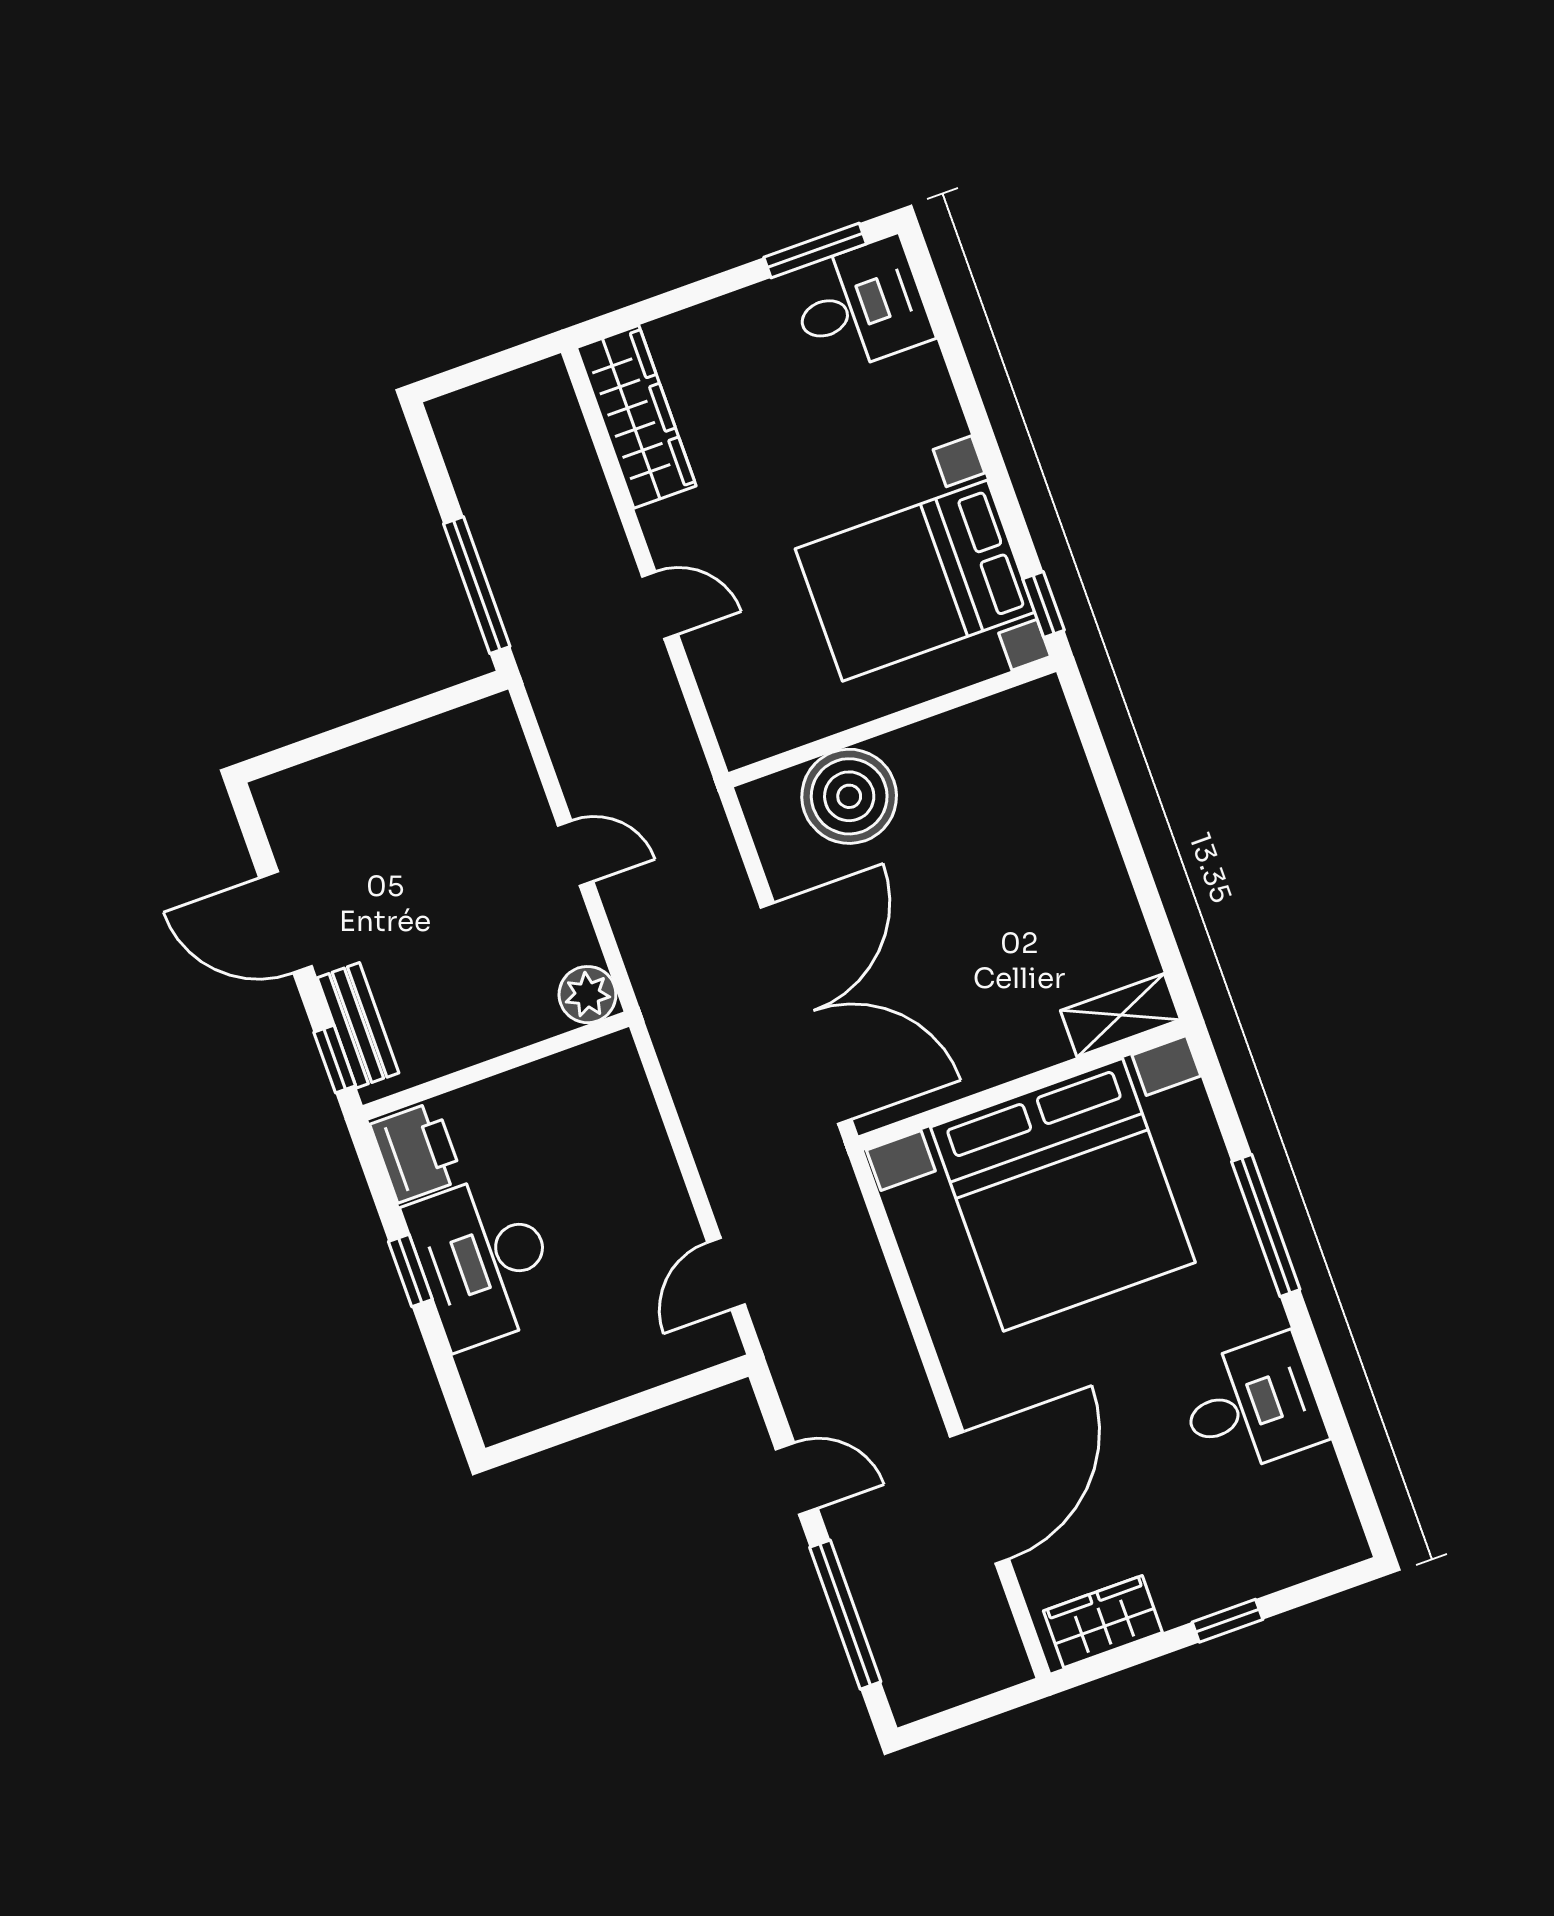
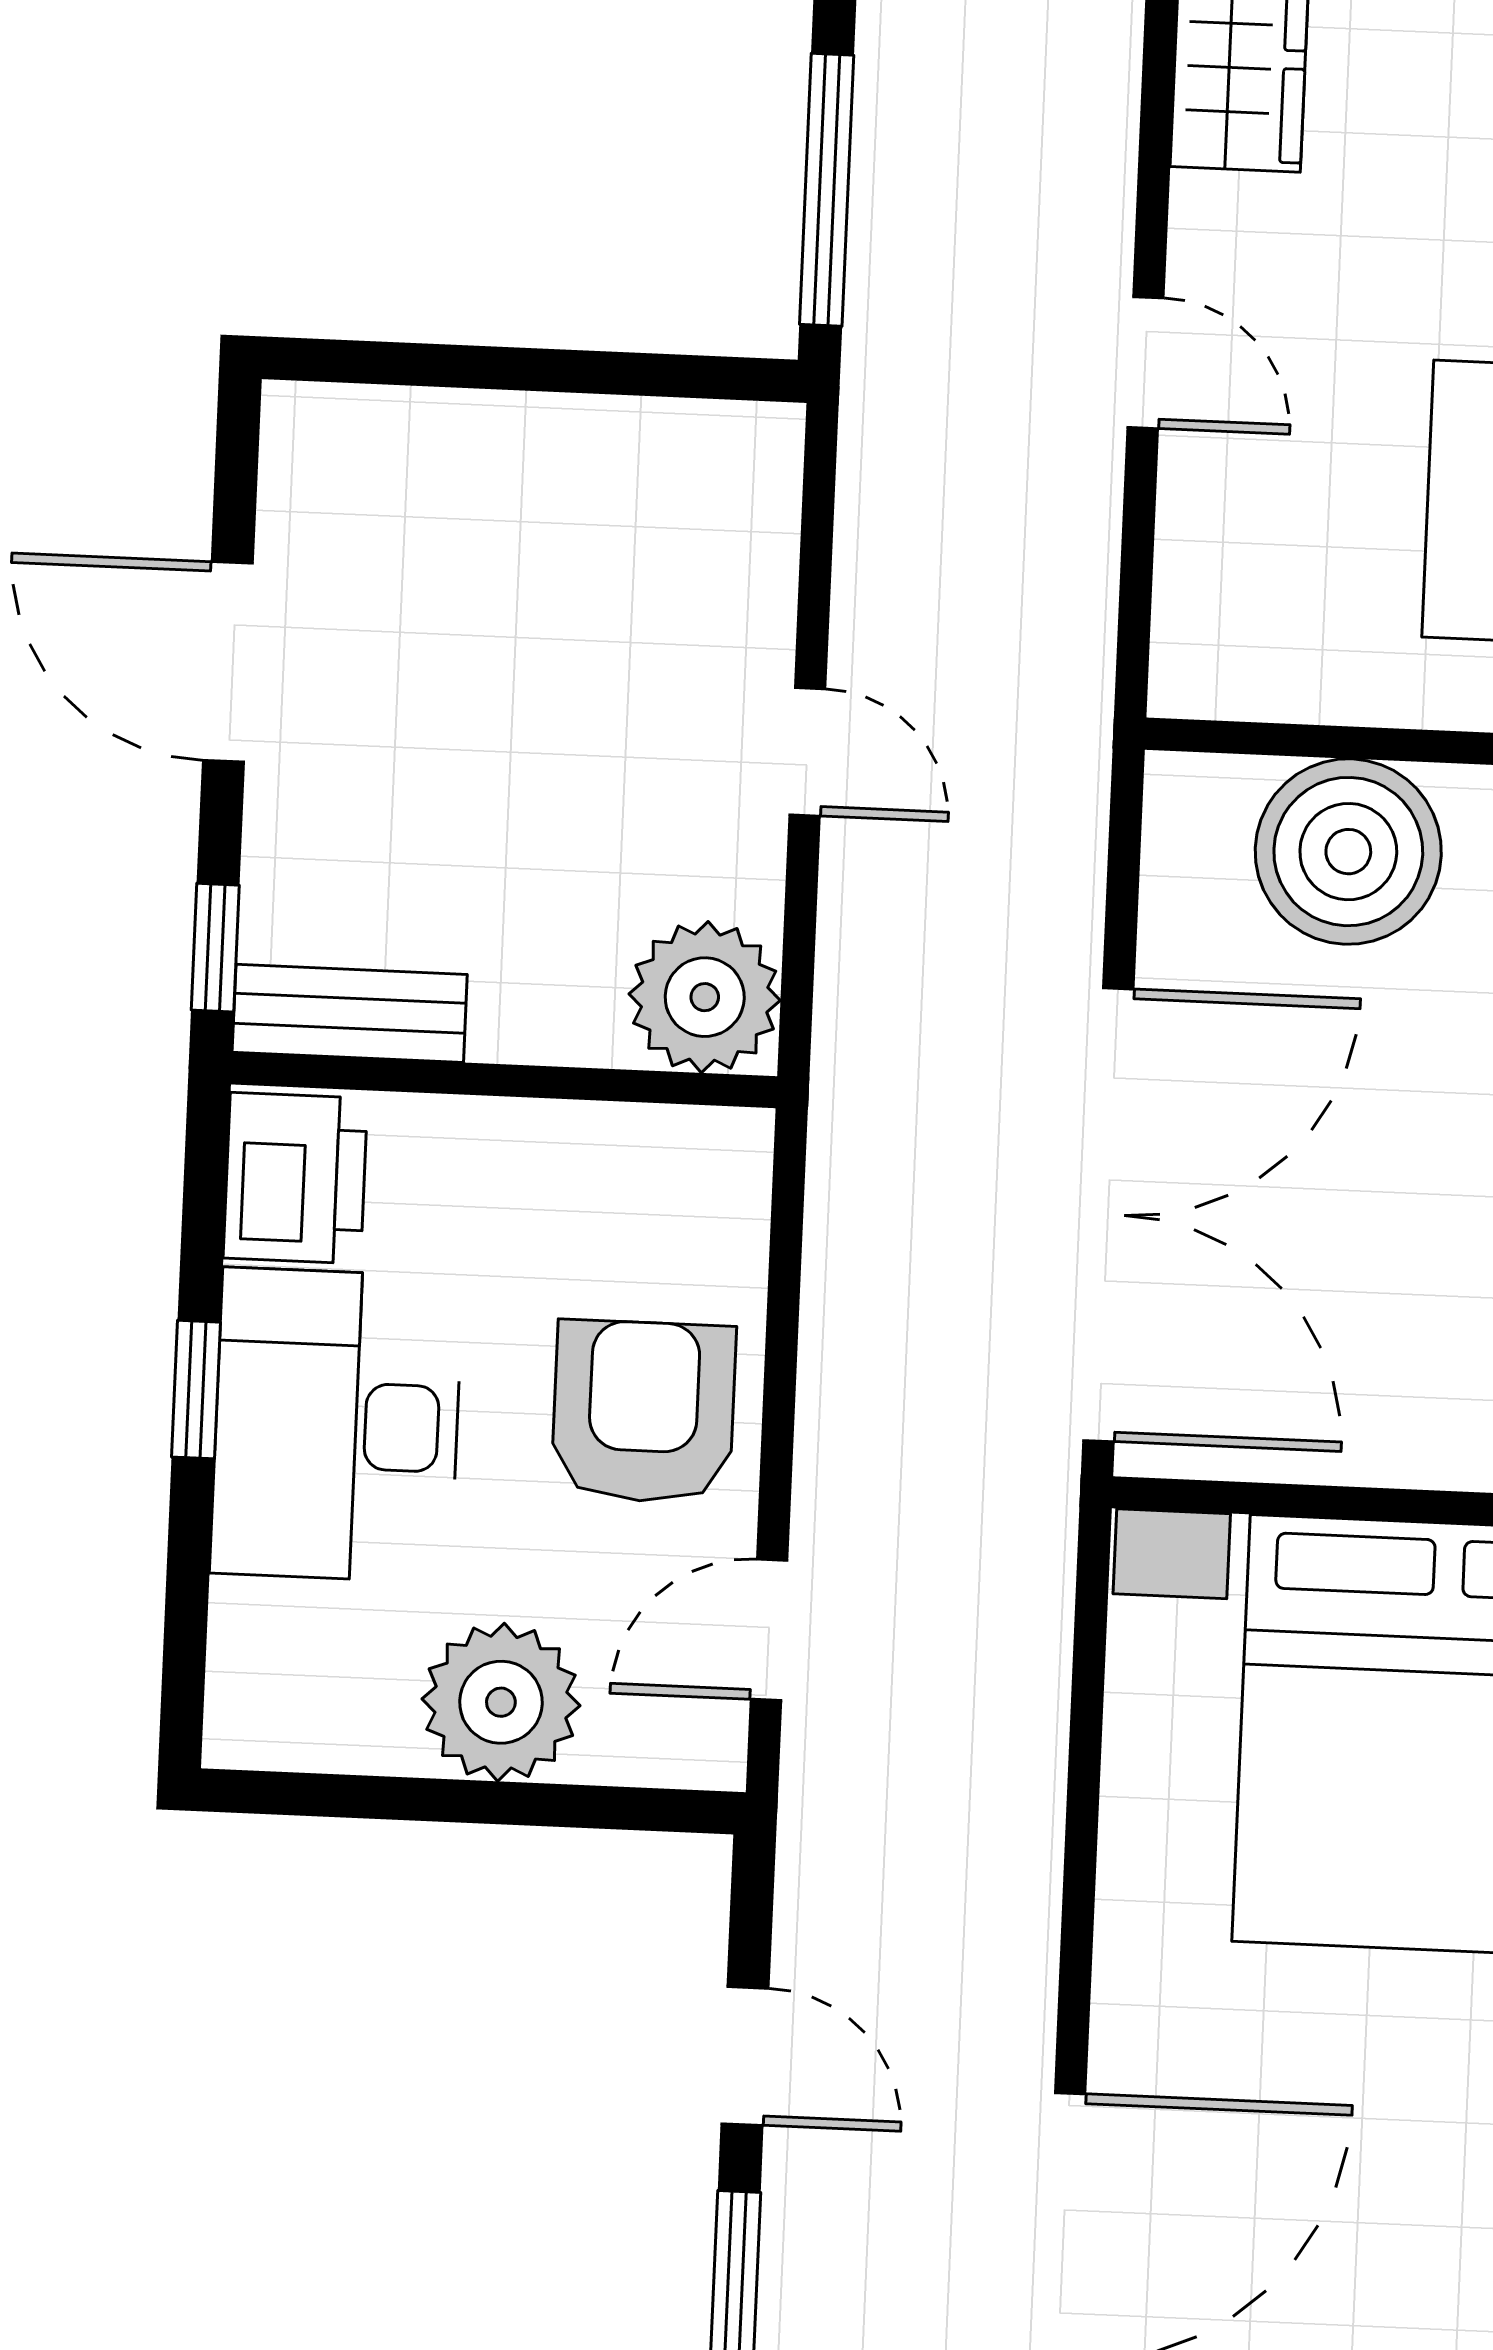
plant: (587, 995) -> (705, 997), width x1.36, depth x1.36
bench: (358, 1025) -> (350, 1013), moved, turned 90
armchair: (625, 1195) -> (644, 1412), added
plant: (614, 1359) -> (501, 1702), added

